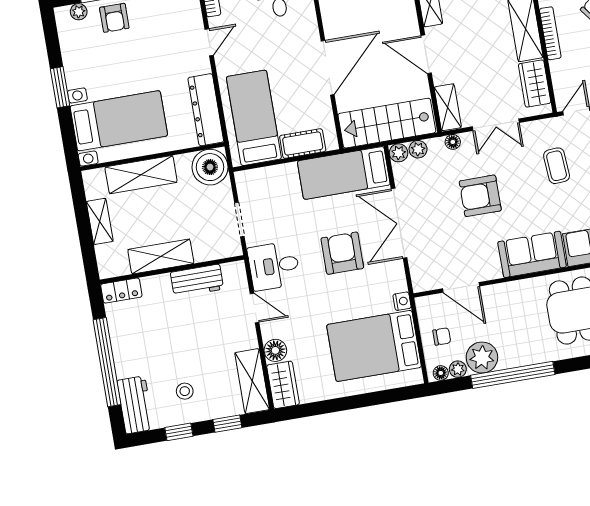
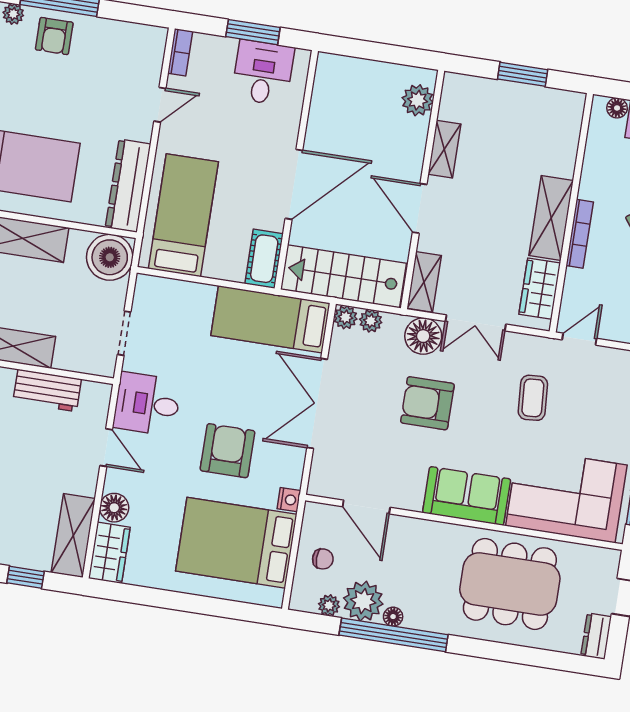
floor lamp: (453, 142) -> (423, 336), width x1.89, depth x1.89
cot: (303, 144) -> (264, 259), moved, turned 90
armchair: (342, 253) -> (227, 451), moved
floor lamp: (441, 373) -> (393, 617), moved

